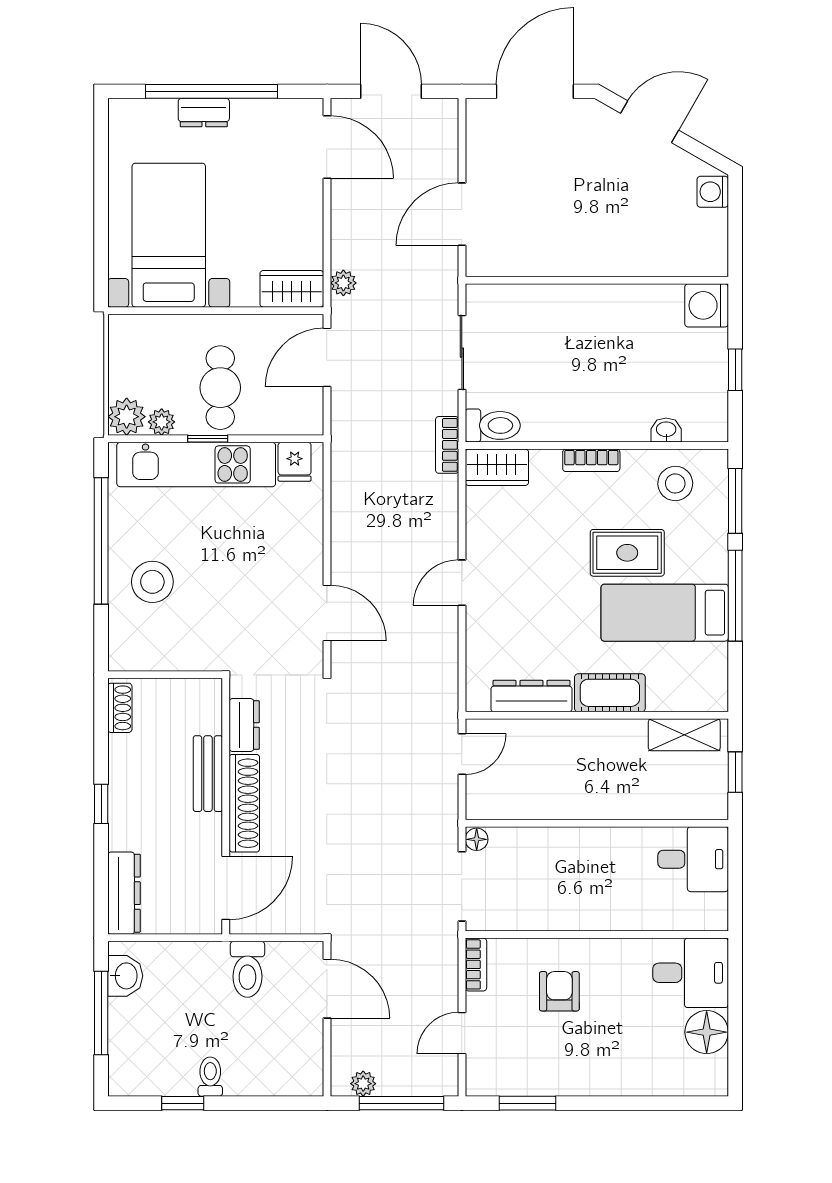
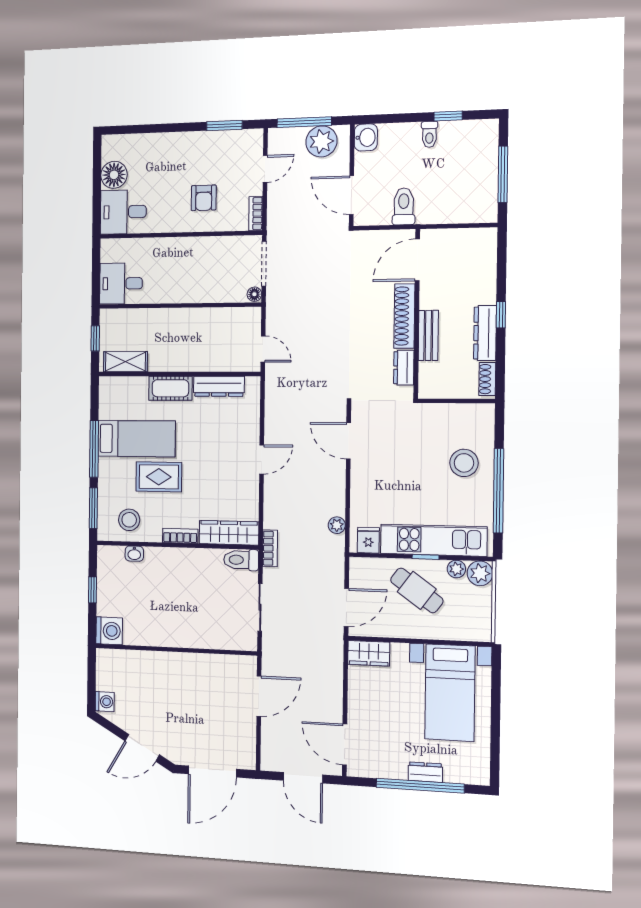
plant: (343, 283) -> (337, 525), moved
cafe table: (220, 388) -> (417, 590), turned -54
wardrobe: (497, 467) -> (229, 533), width x1.50
door: (462, 754) -> (263, 349), swing flipped
dresser: (124, 893) -> (485, 333), moved
washbasin: (125, 976) -> (366, 137), moved, turned 180
plant: (363, 1084) -> (321, 141), width x1.87, depth x1.87

